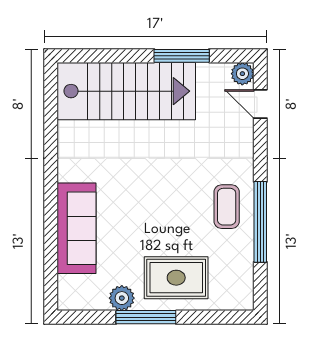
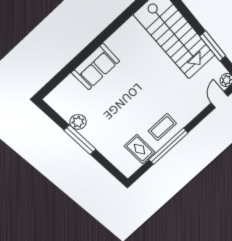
sofa: (77, 228) -> (96, 67), width x0.73
rug: (176, 278) -> (140, 149), moved, width x0.73, depth x0.70

